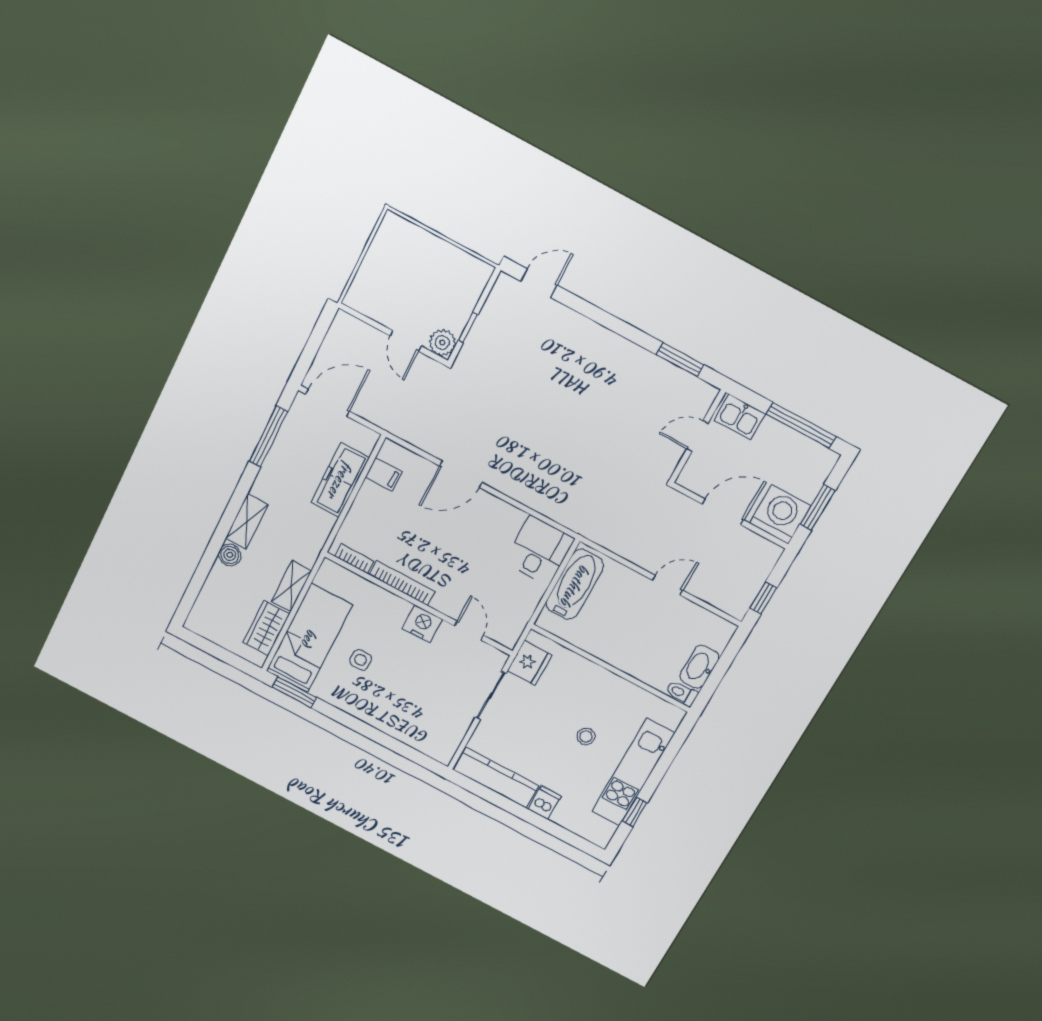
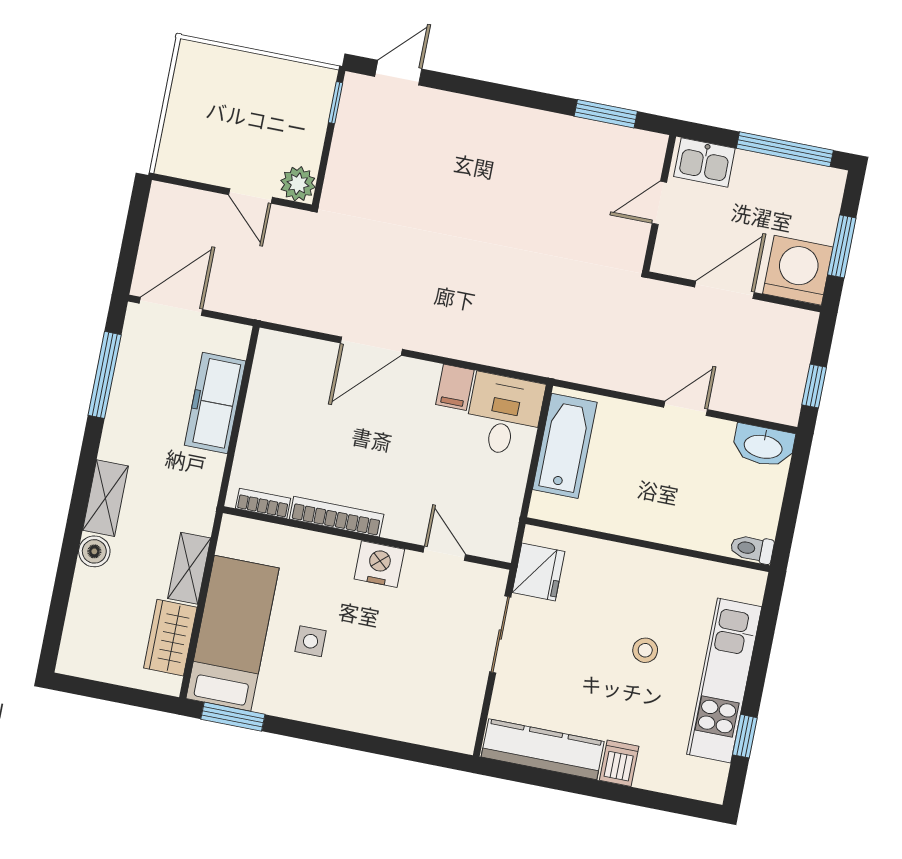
window: (468, 327) -> (336, 103), moved
filing cabinet: (384, 474) -> (455, 387), moved, turned 90
washbasin: (699, 667) -> (763, 446), moved, turned -90

